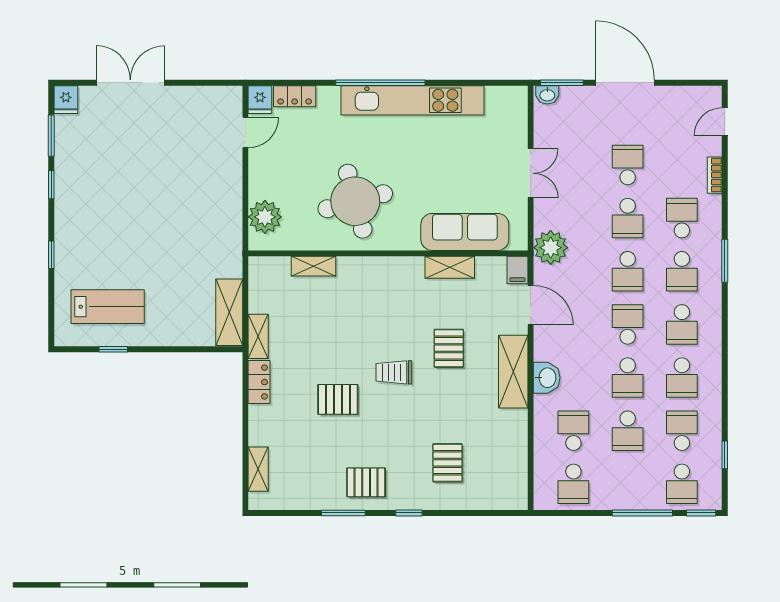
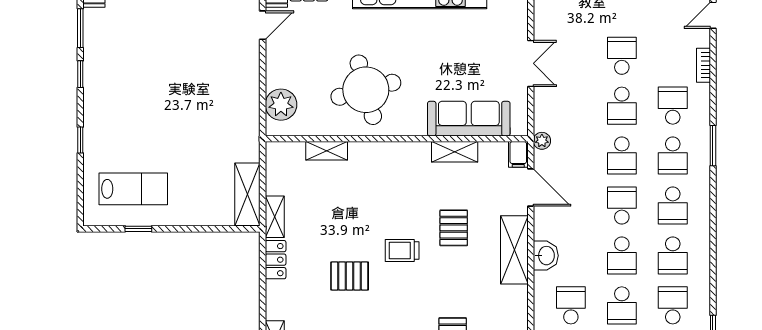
plant: (551, 248) -> (542, 141), width x0.53, depth x0.53

